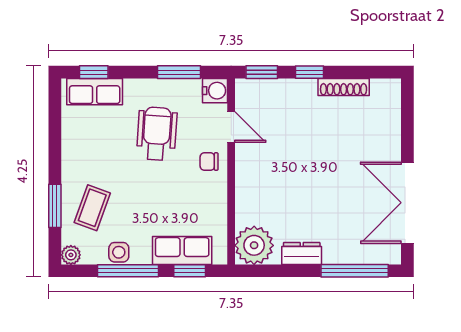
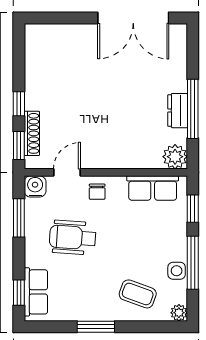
shoe rack: (344, 87) -> (32, 133), moved
window: (55, 206) -> (96, 327), moved
plant: (254, 245) -> (175, 157), width x0.73, depth x0.73
row of seats: (182, 250) -> (153, 188), moved, turned -90
window: (355, 271) -> (193, 109), moved

